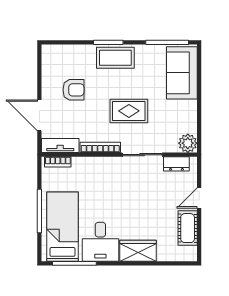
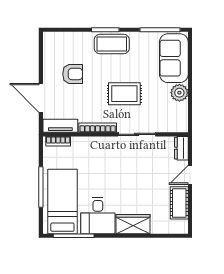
plant: (188, 143) -> (179, 93), moved
dresser: (176, 164) -> (181, 148), moved, turned 90

